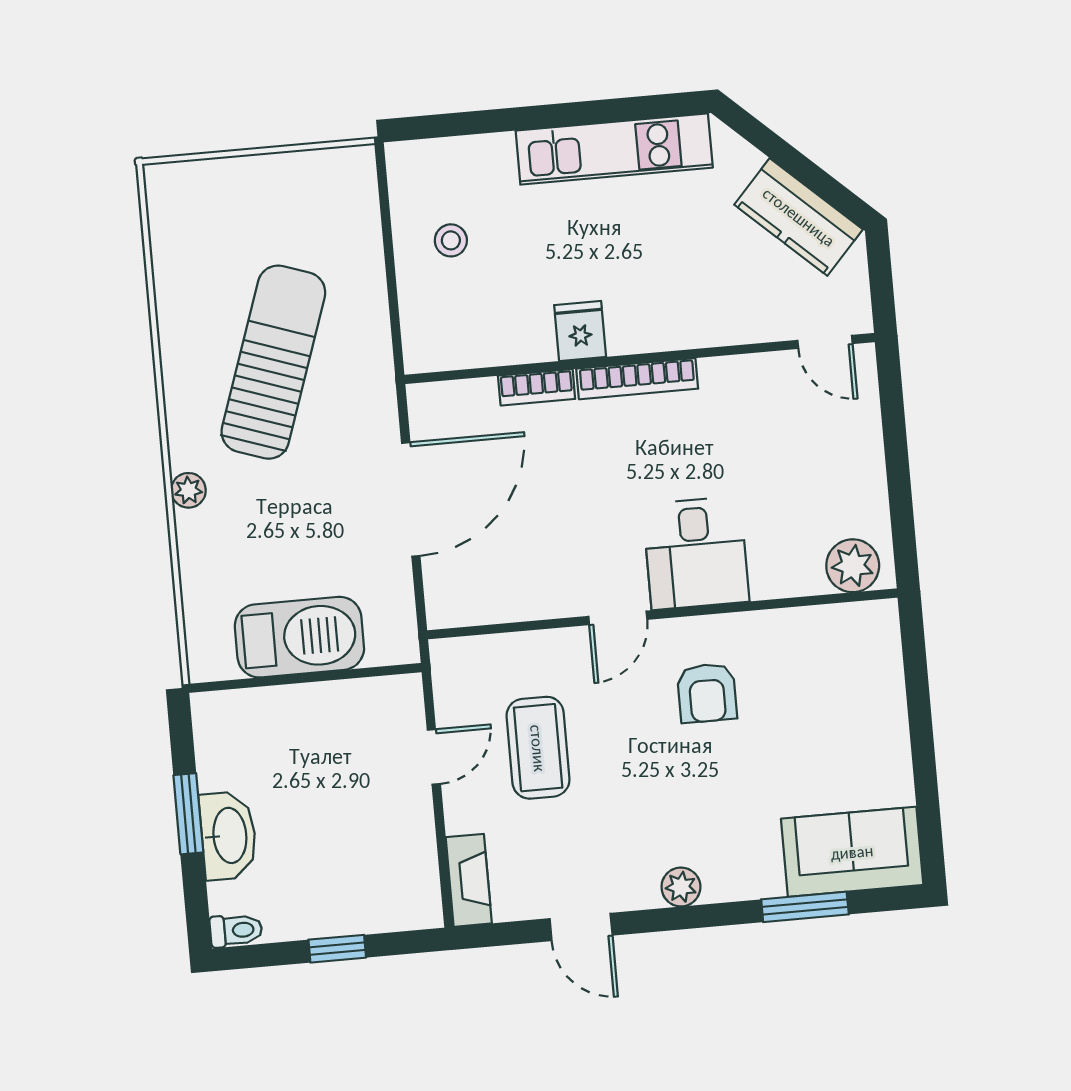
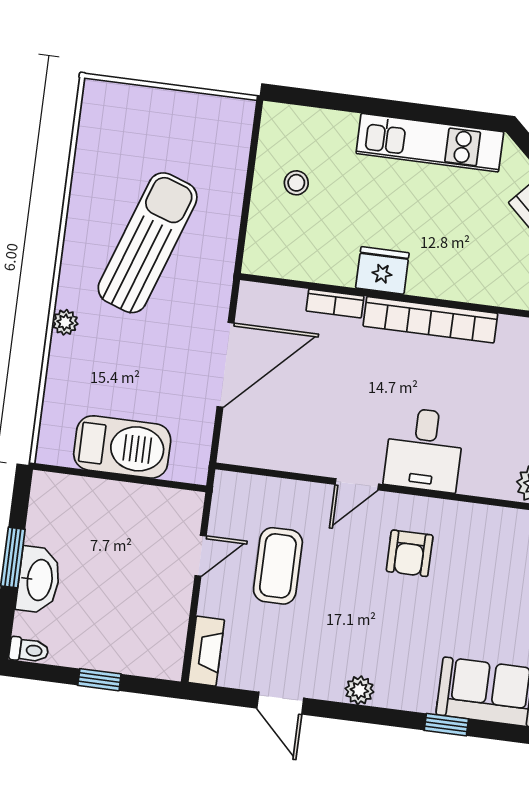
fridge: (580, 331) -> (382, 270), width x1.38
bookcase: (637, 379) -> (430, 320), width x1.48, depth x1.31
window: (805, 907) -> (446, 725), width x0.67

